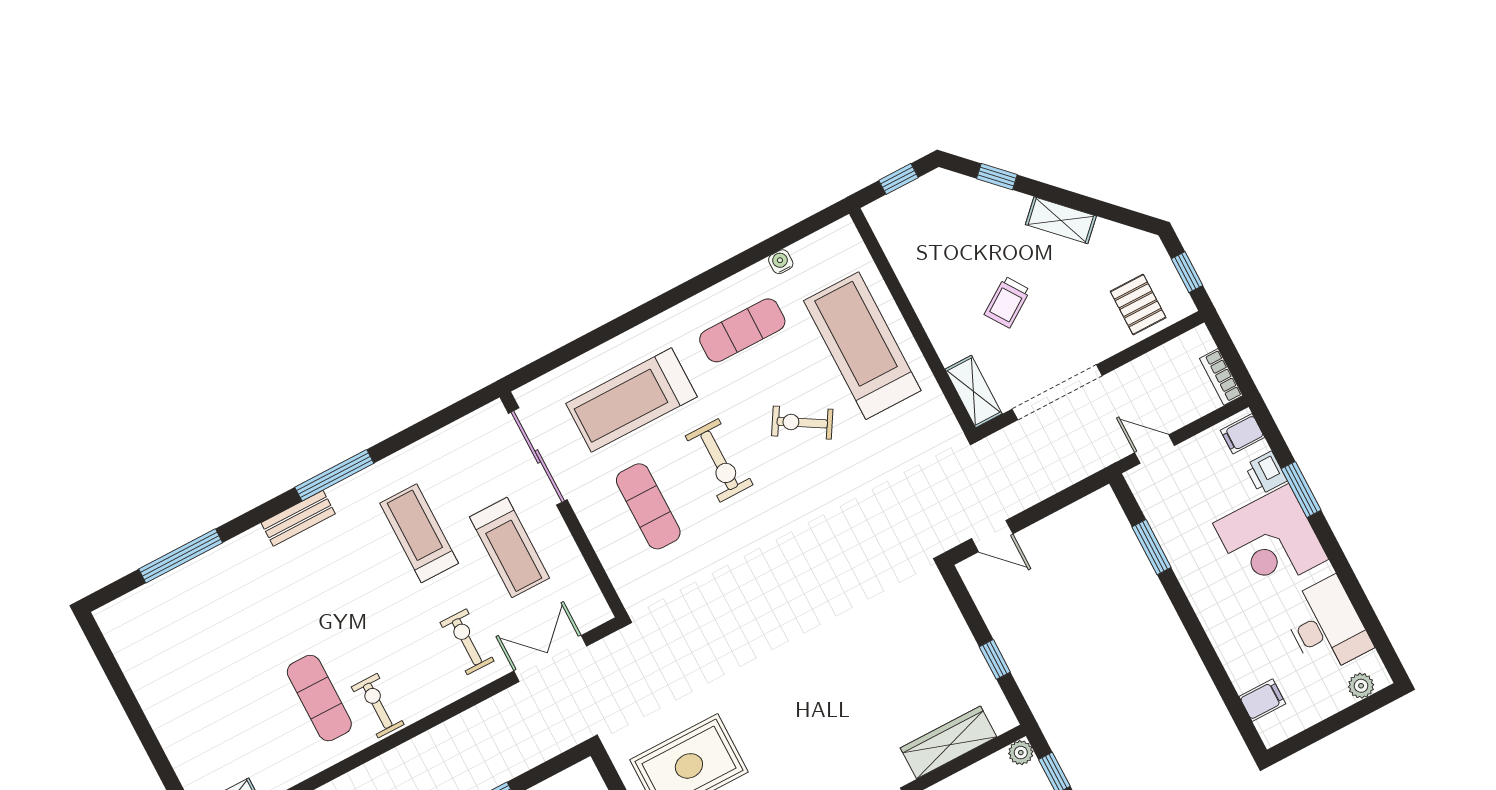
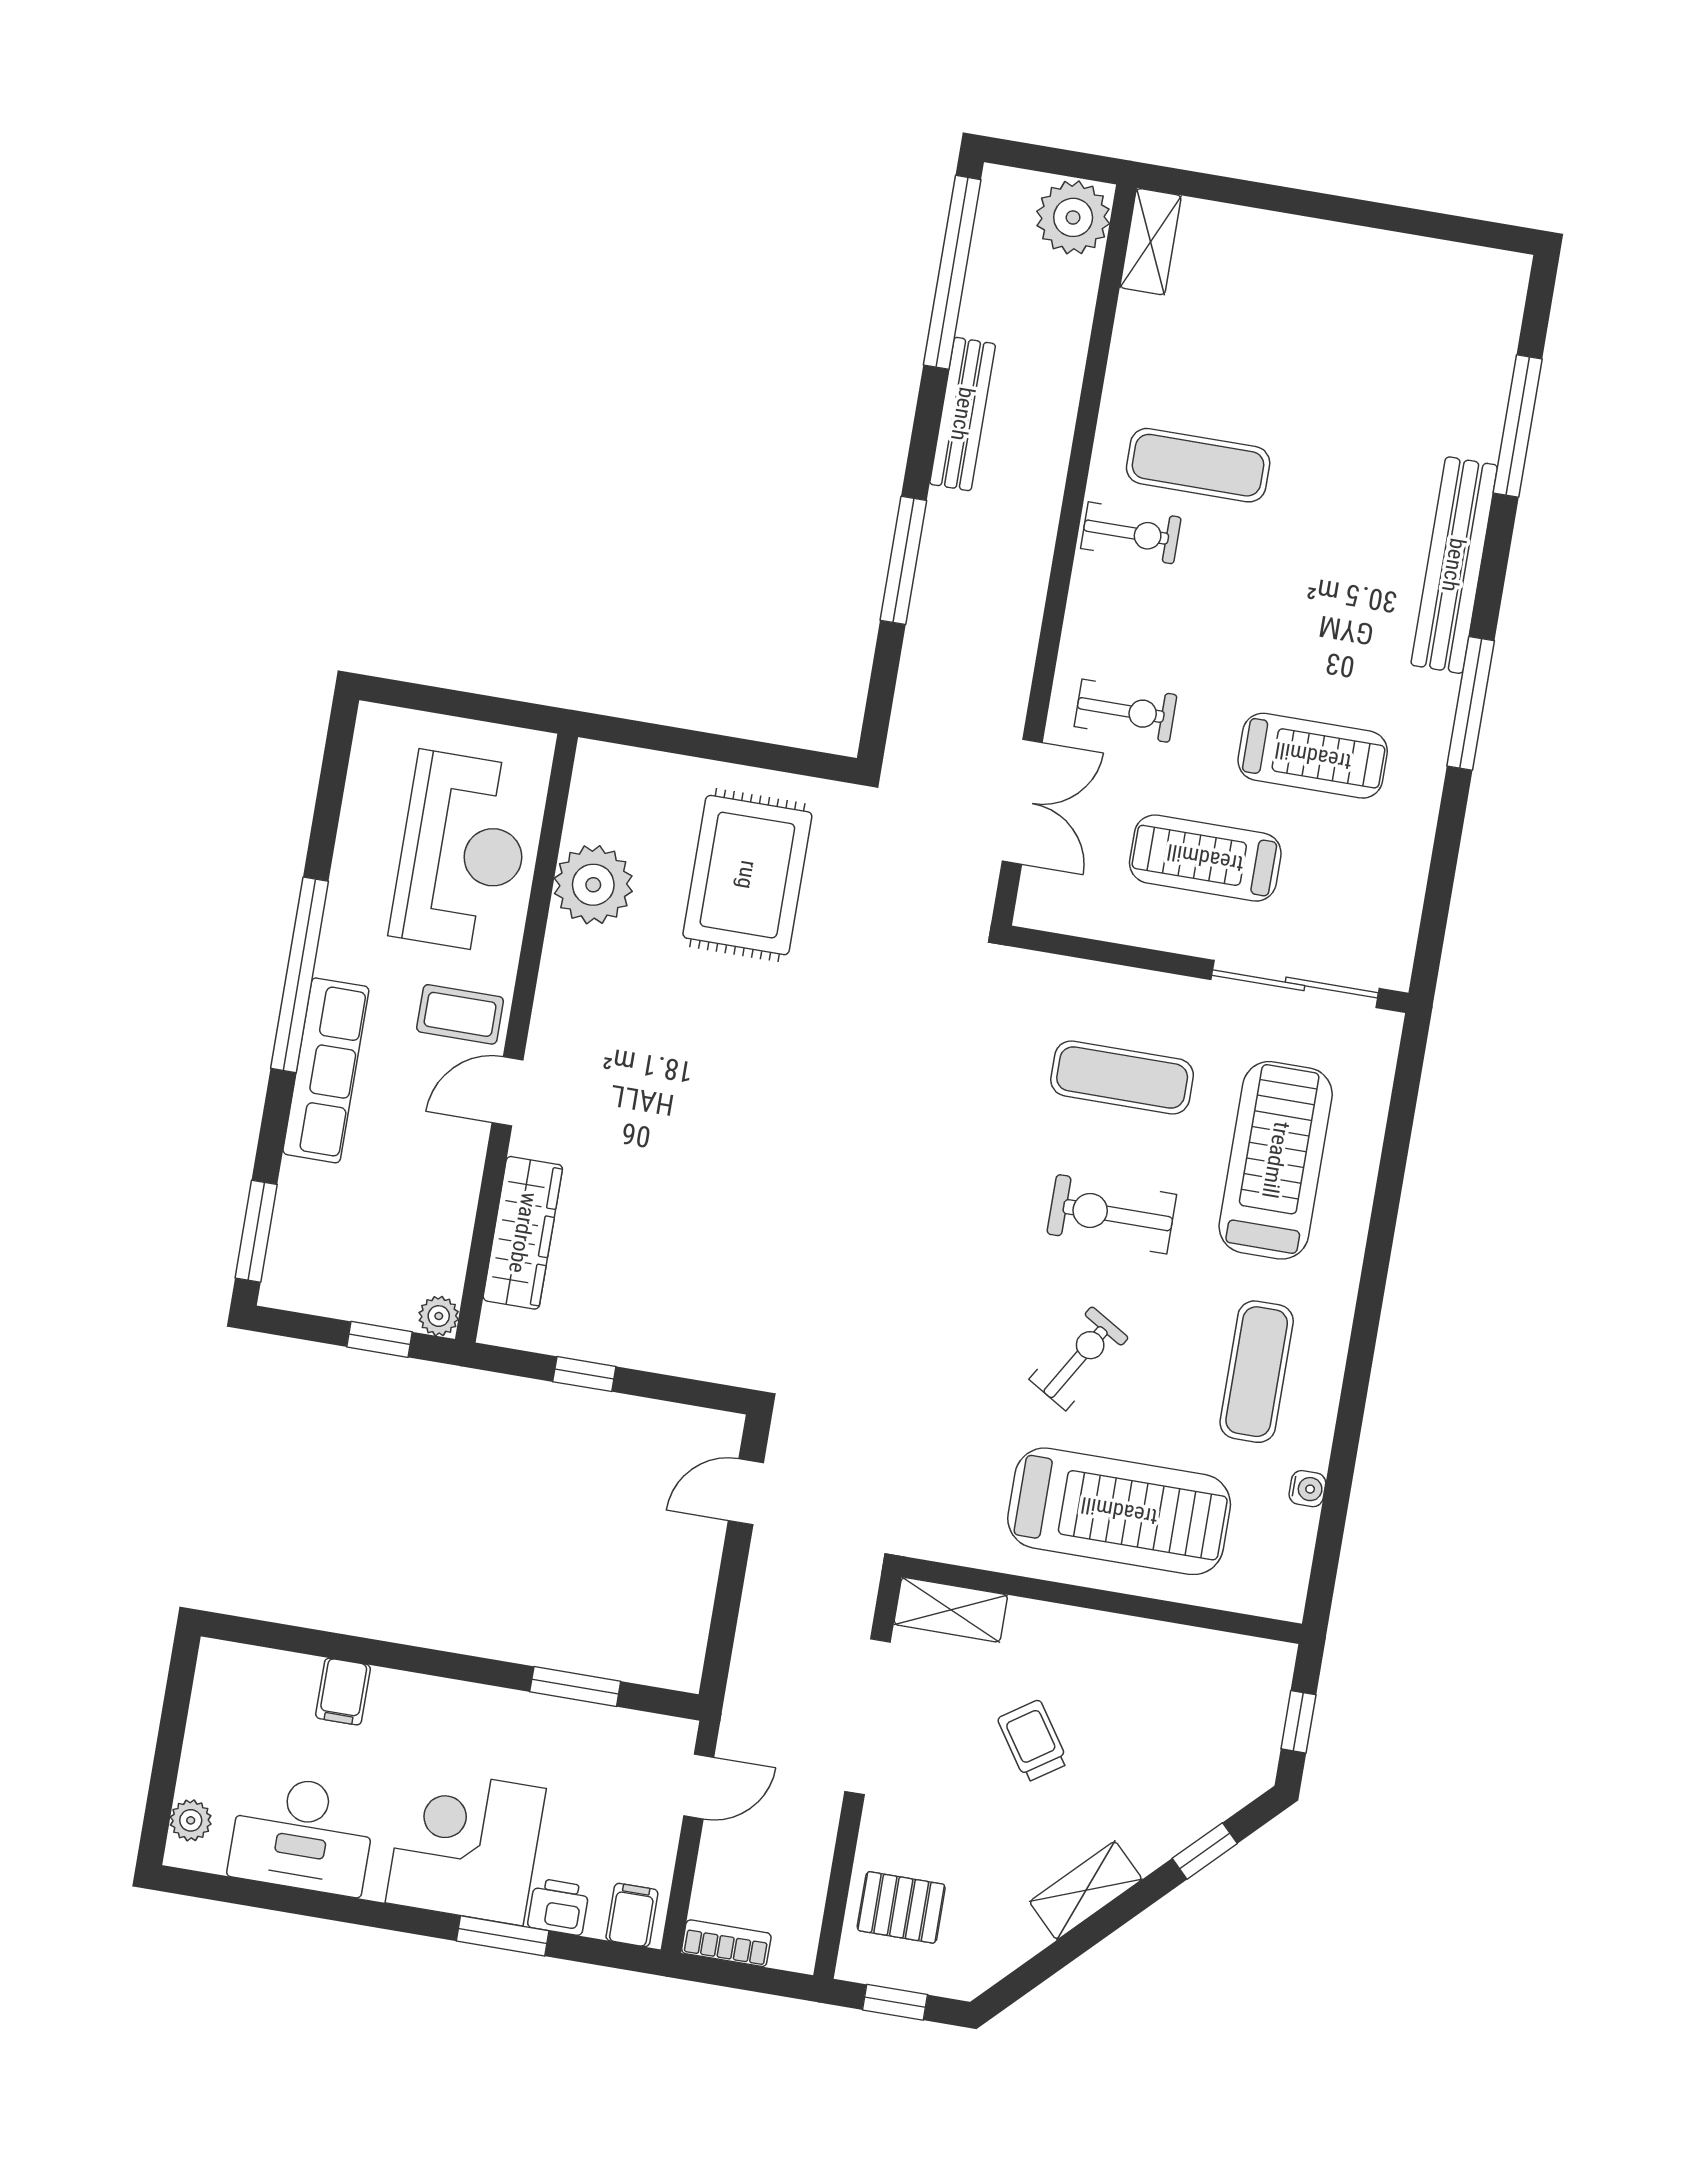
bench: (298, 518) -> (1454, 565), width x1.86, depth x1.21
filing cabinet: (1262, 700) -> (343, 1692), moved

